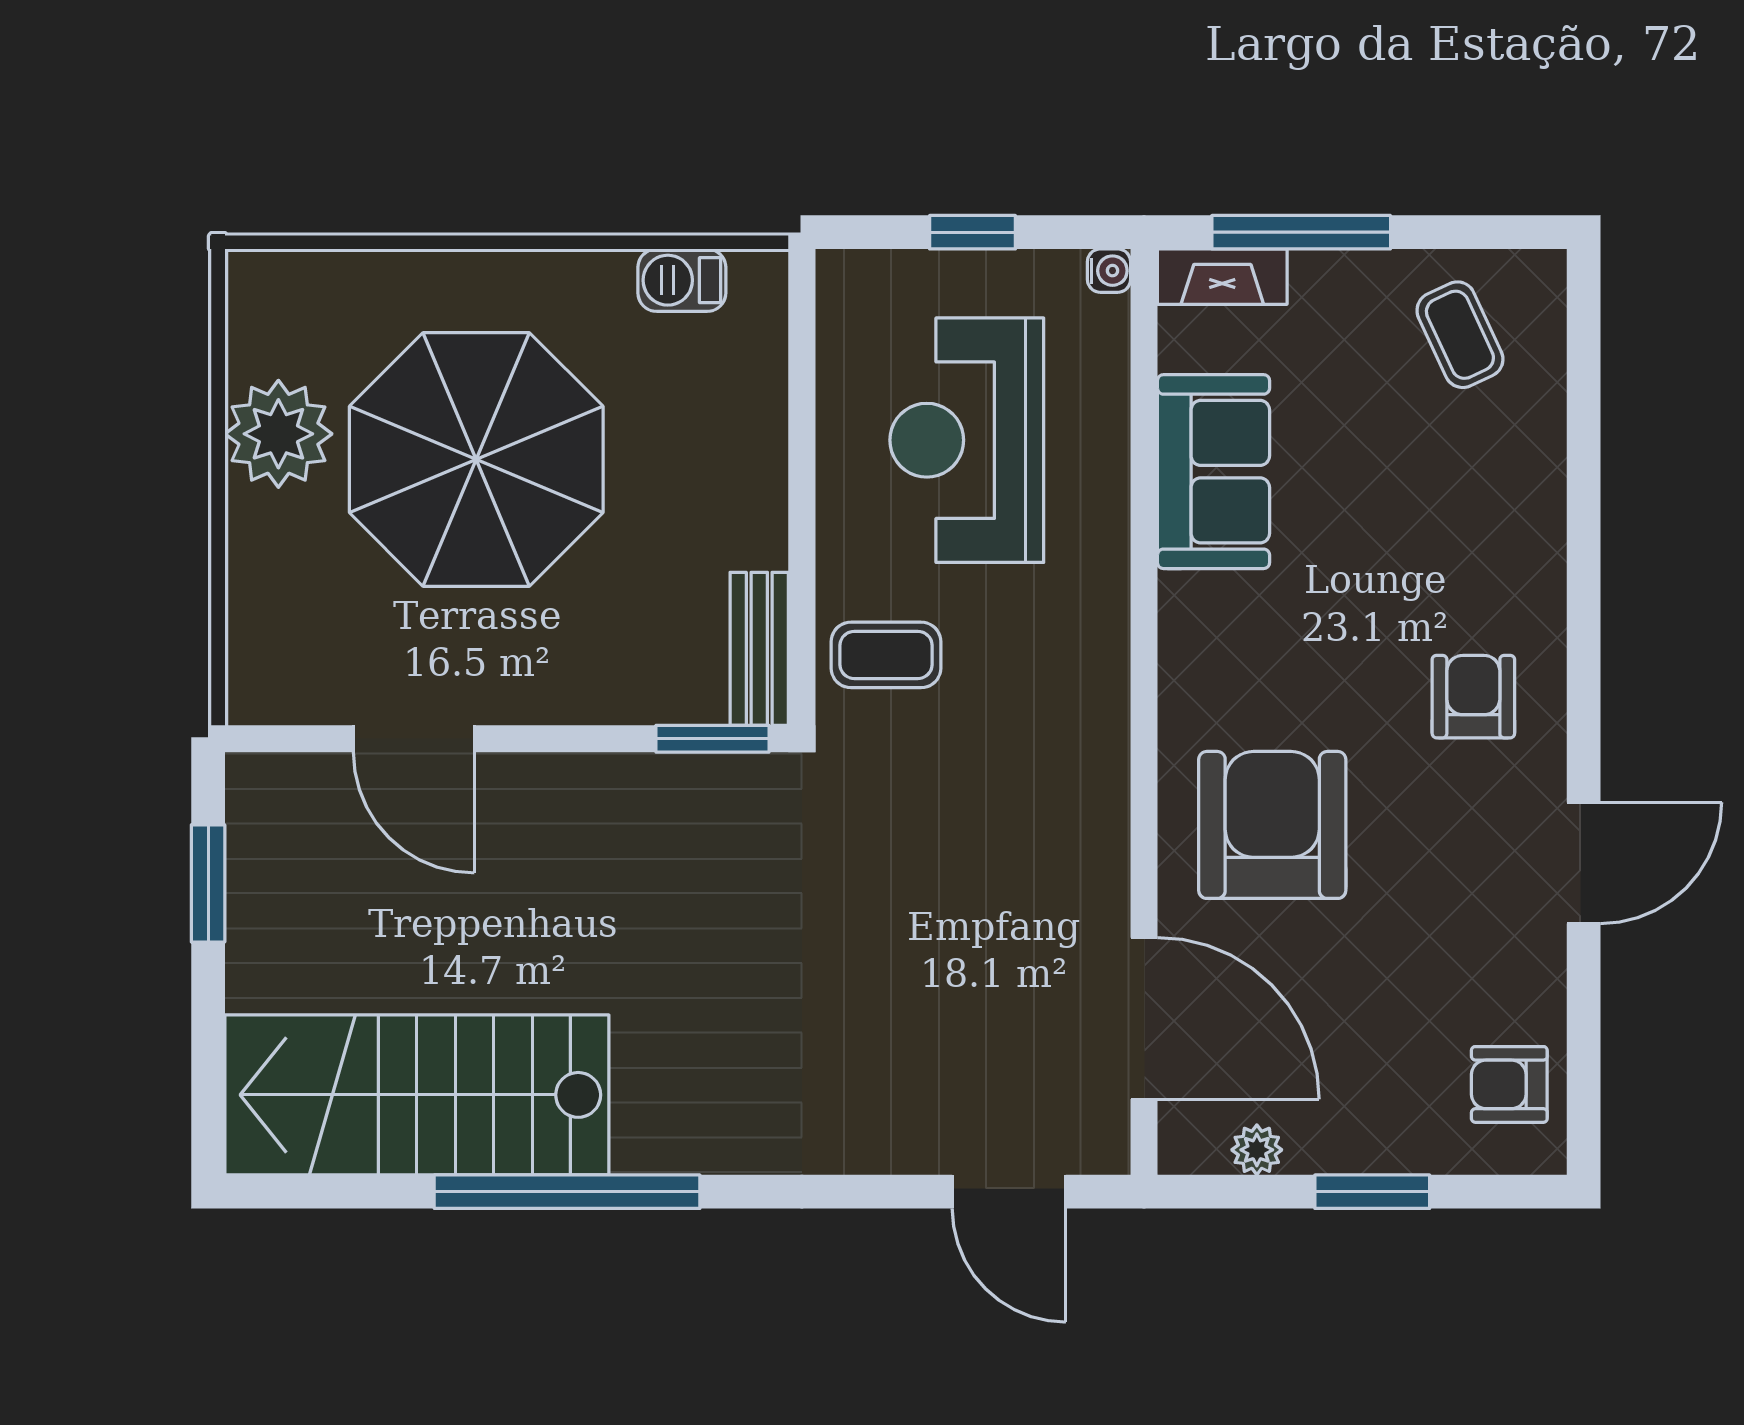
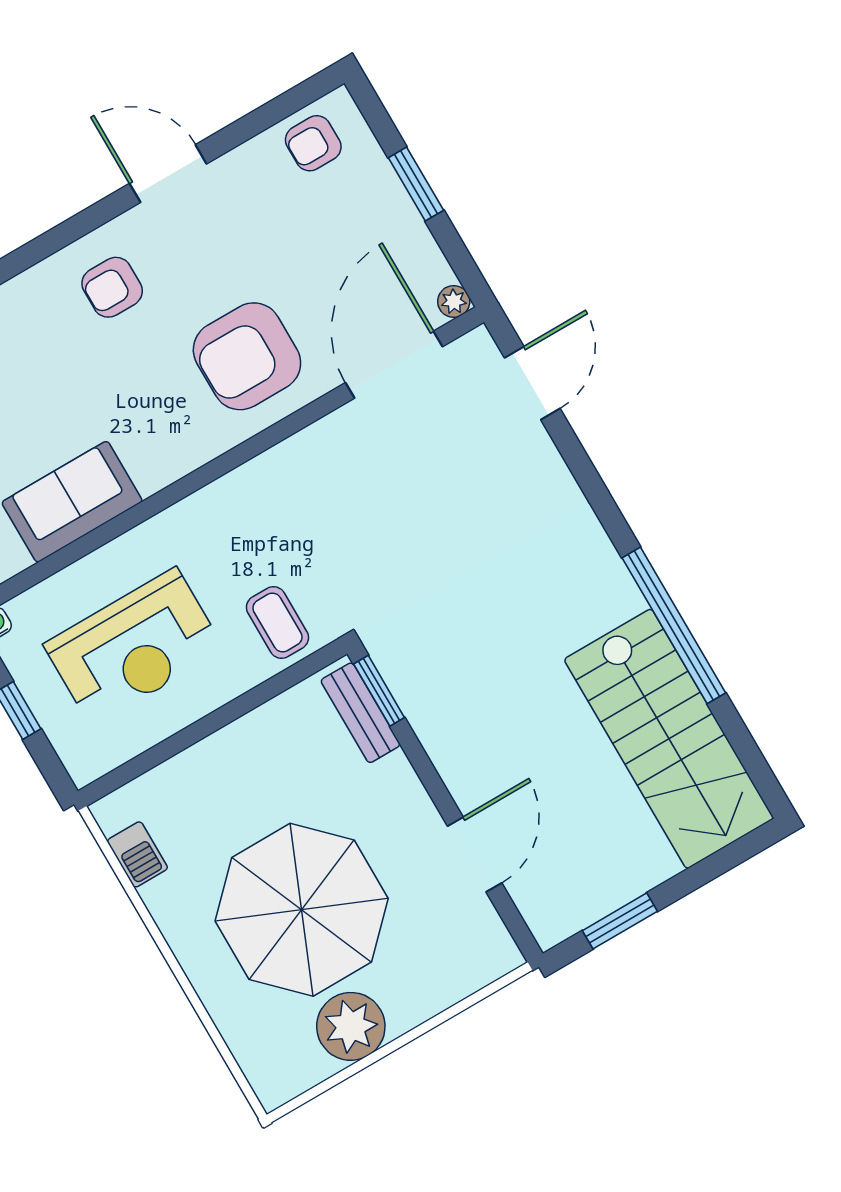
bench: (759, 649) -> (360, 713), moved, turned 90
armchair: (1509, 1084) -> (313, 143), turned 90
plant: (1257, 1150) -> (454, 301), moved

